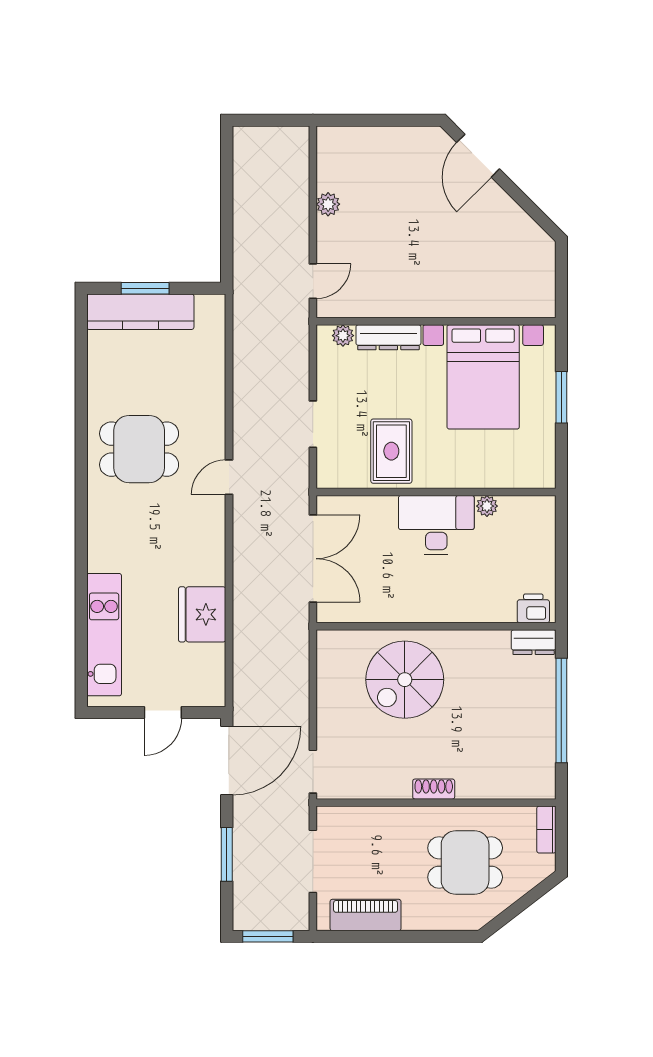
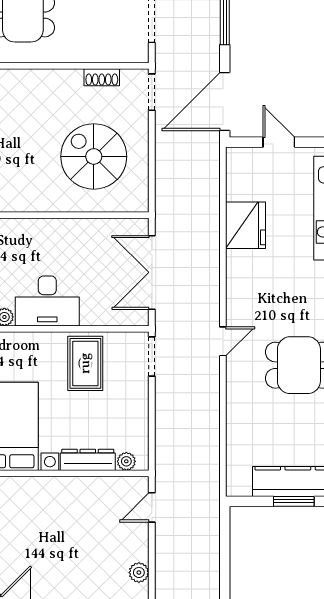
doorway: (313, 424) -> (152, 357), moved
spiral stairs: (405, 680) -> (94, 156), moved, turned -90
door: (163, 713) -> (279, 142), hinge flipped
shoe rack: (434, 789) -> (102, 77), moved

